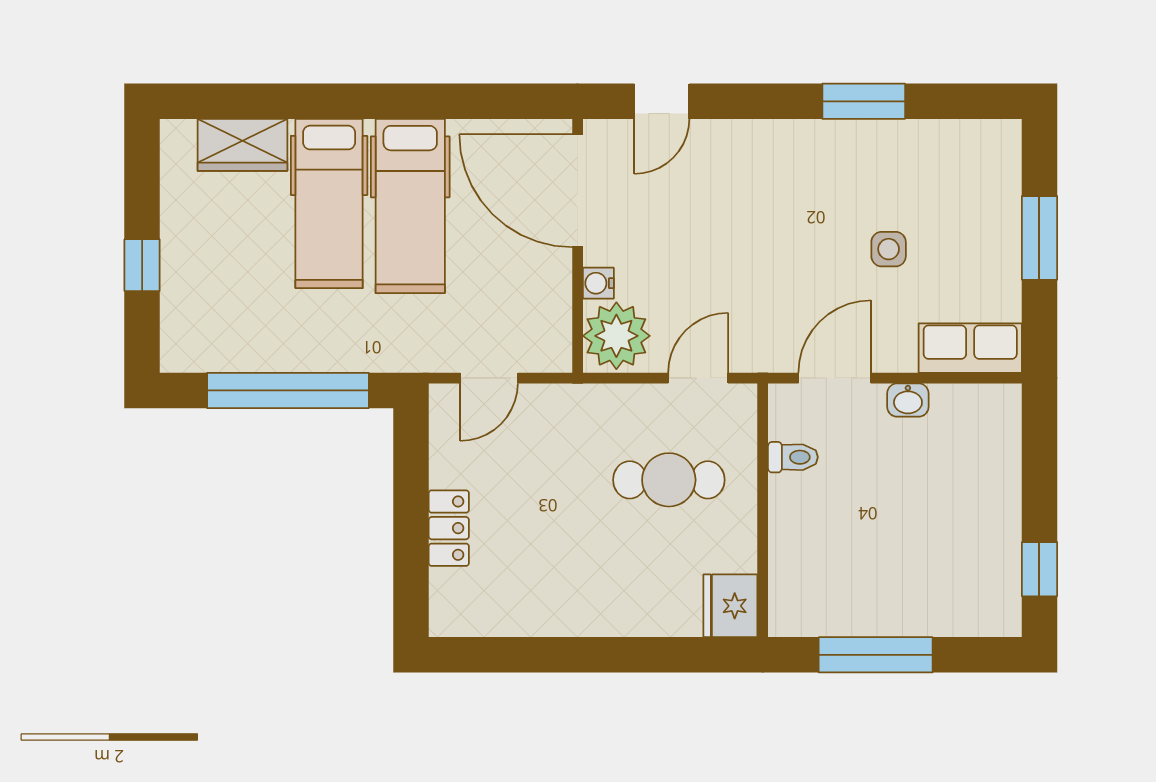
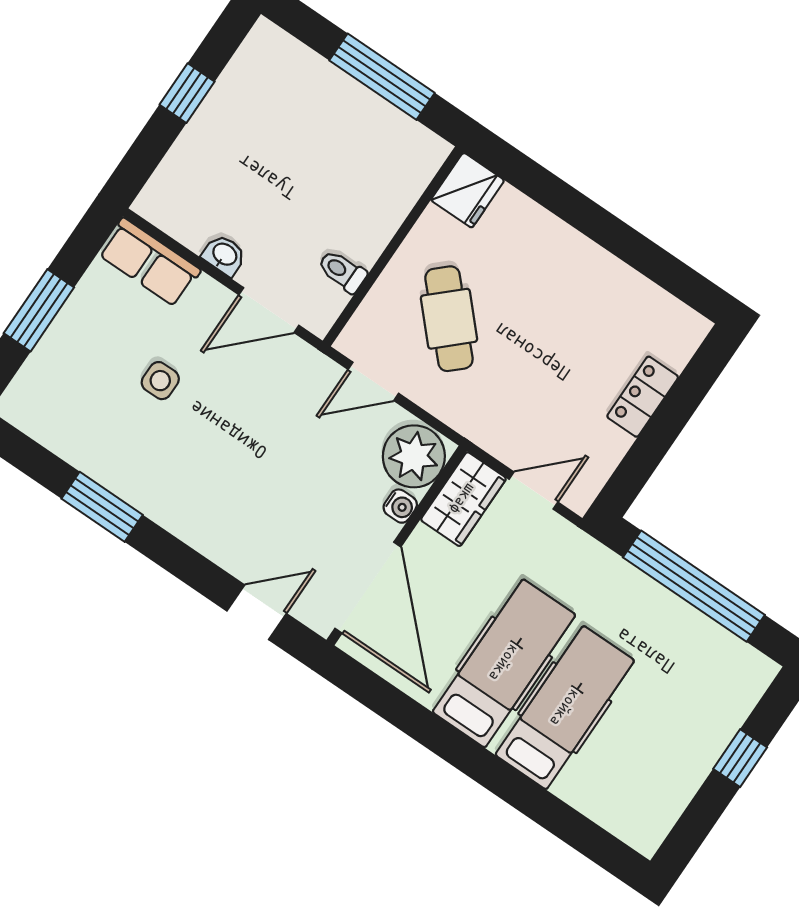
wardrobe: (242, 145) -> (463, 499), moved, turned 90
cafe table: (669, 480) -> (449, 319), turned 47
window: (1039, 569) -> (187, 93), moved

